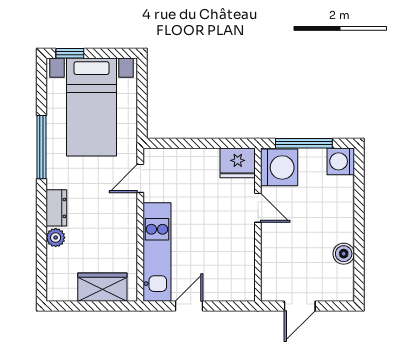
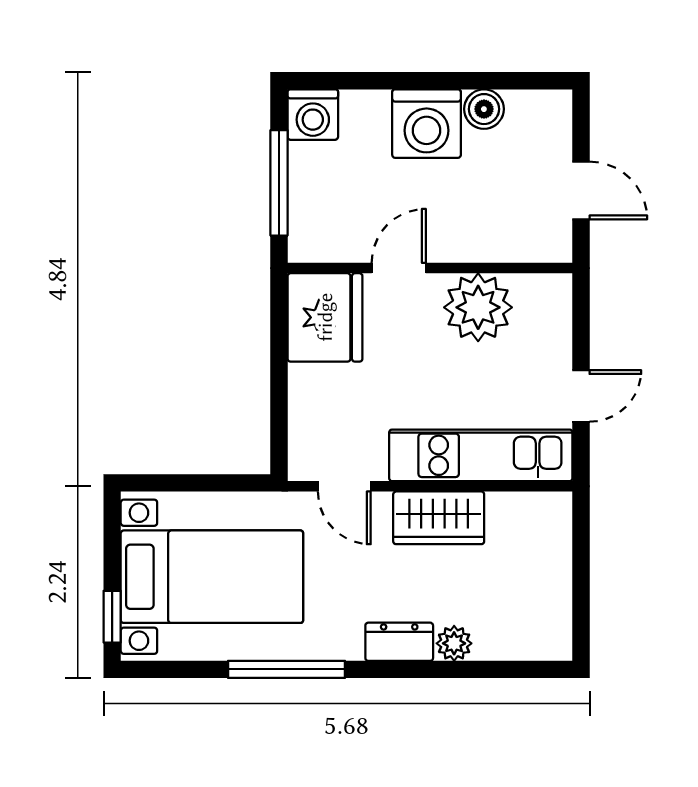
fridge: (238, 163) -> (325, 317), width x1.36, depth x1.34
washing machine: (279, 167) -> (427, 124), moved, turned 180
plant: (237, 250) -> (478, 307), added
wardrobe: (102, 287) -> (439, 518), moved, turned -90
door: (189, 306) -> (581, 396), swing flipped

